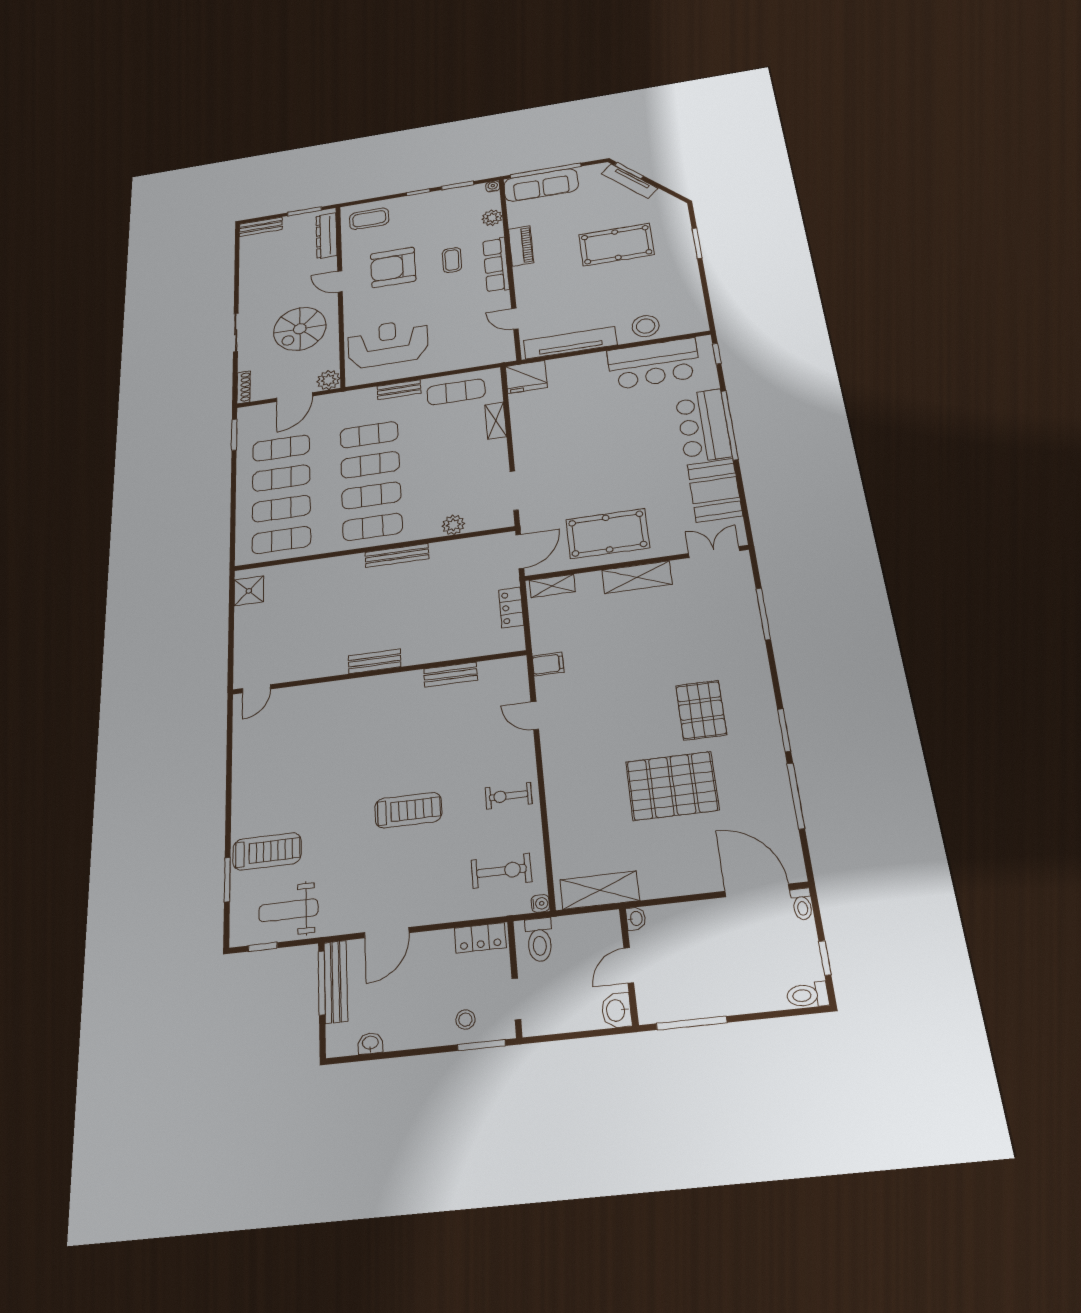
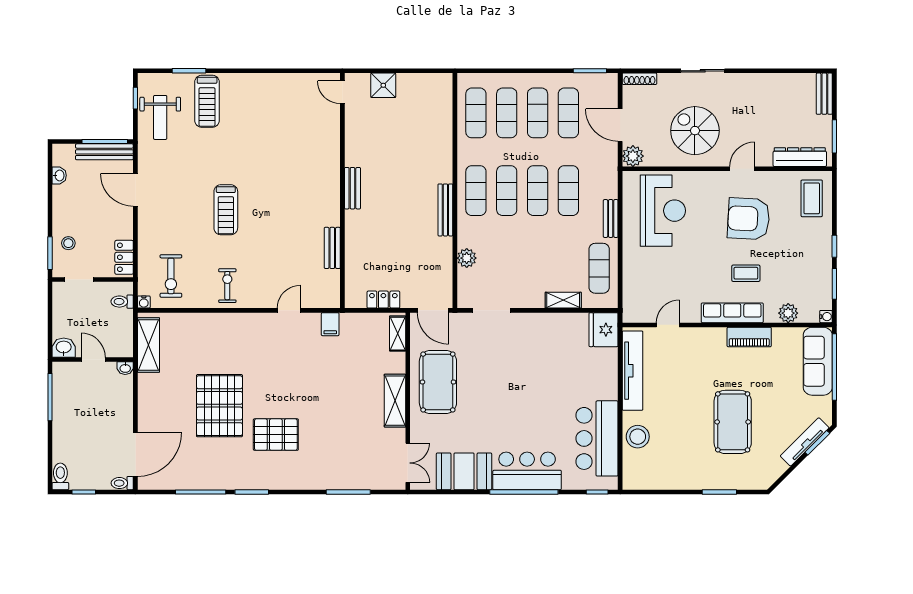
armchair: (393, 267) -> (749, 219), turned -87
shower: (249, 591) -> (383, 85), moved
weight bench: (288, 910) -> (160, 117), turned 180
toilet: (539, 940) -> (122, 302), width x0.73, depth x0.72

